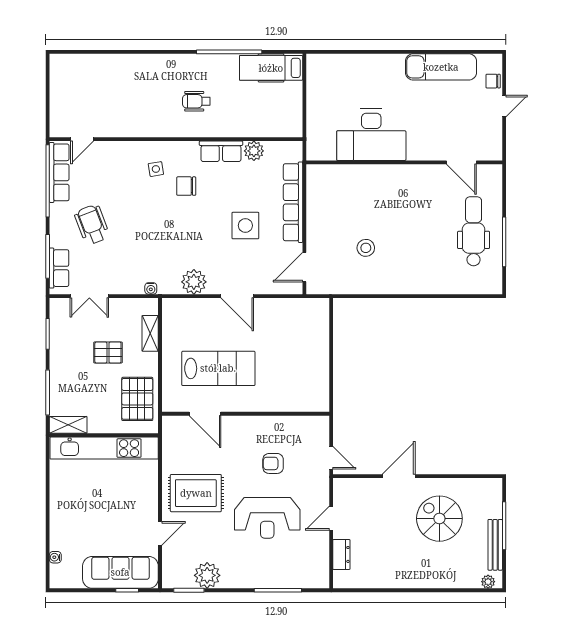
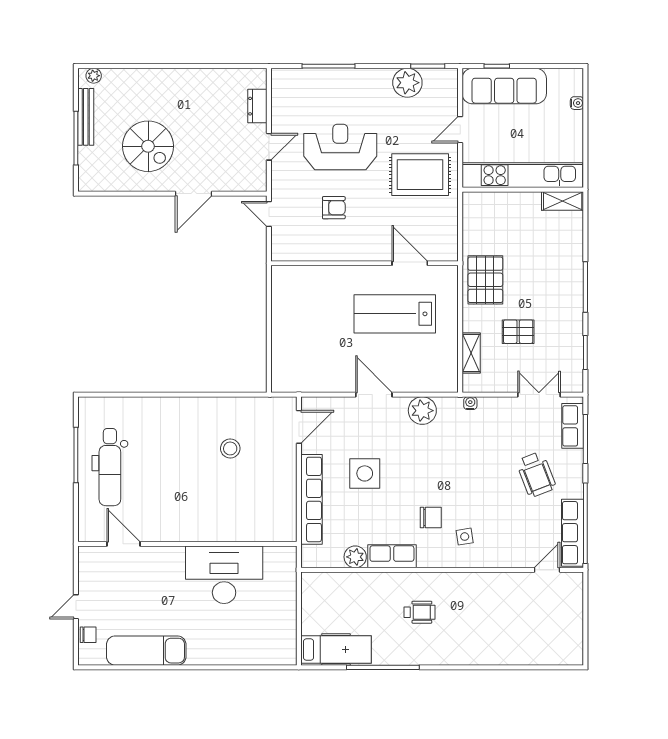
shelving: (68, 425) -> (563, 201), moved
wall: (104, 435) -> (523, 190), moved
kitchen unit: (104, 448) -> (522, 175), moved

